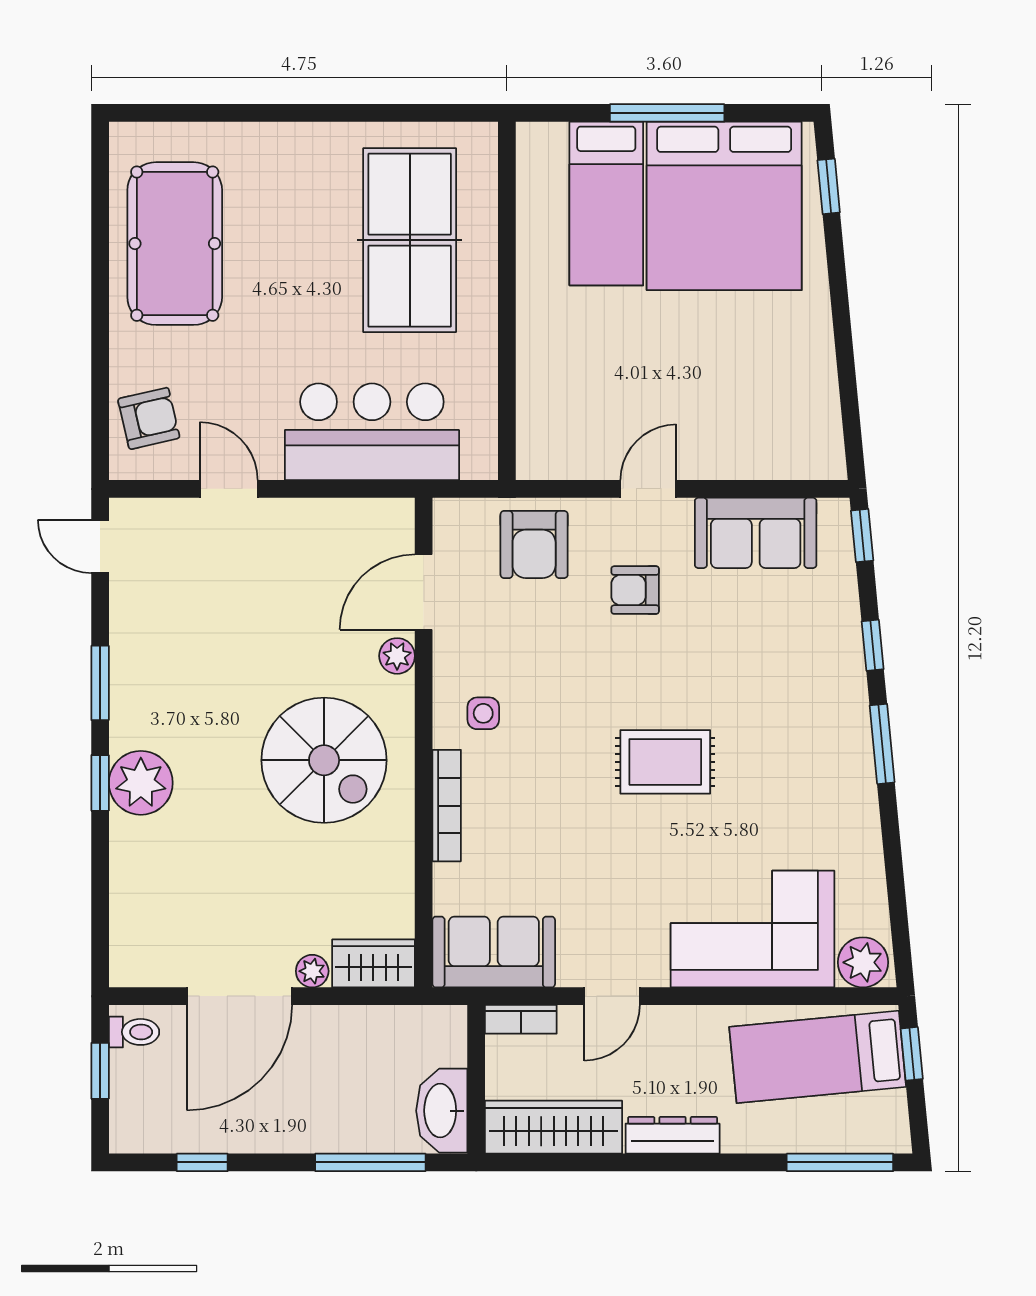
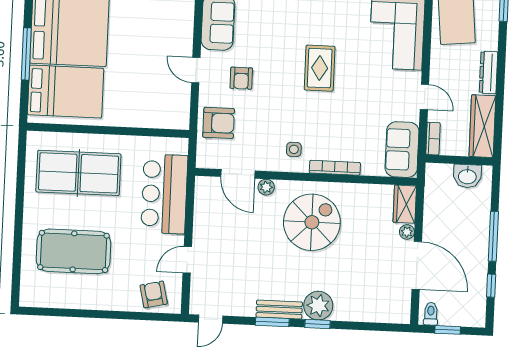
bed: (606, 204) -> (66, 92), width x1.50
pool table: (175, 244) -> (73, 251), moved
bench: (128, 697) -> (279, 310), added
washbasin: (442, 1111) -> (467, 176), width x0.72
window: (370, 1162) -> (493, 236), moved

